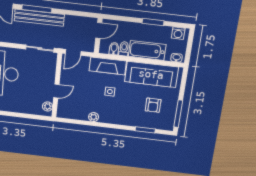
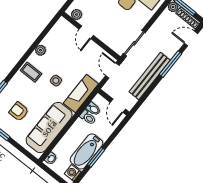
bench: (39, 18) -> (150, 76), moved
bathtub: (147, 50) -> (86, 151), moved, turned 180
coffee table: (115, 114) -> (31, 72), added

